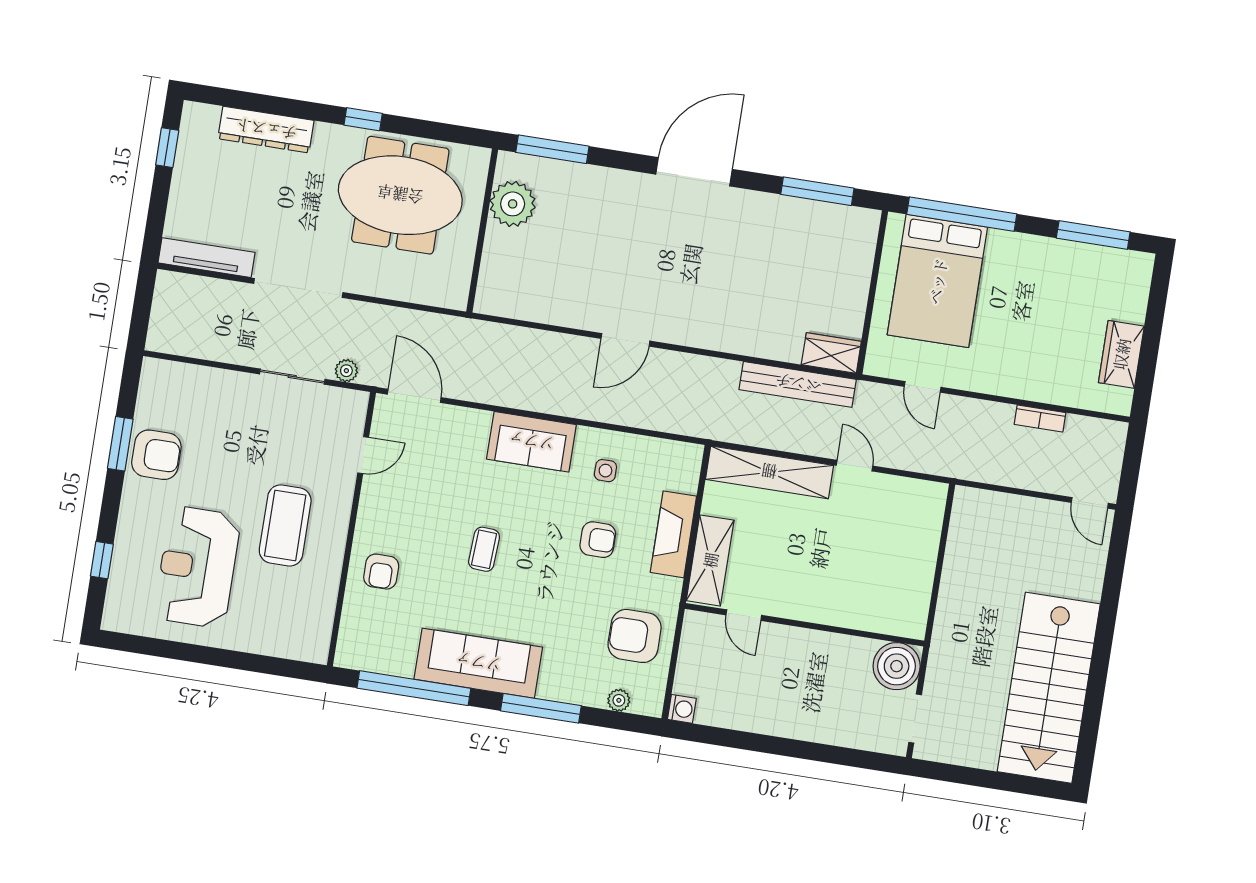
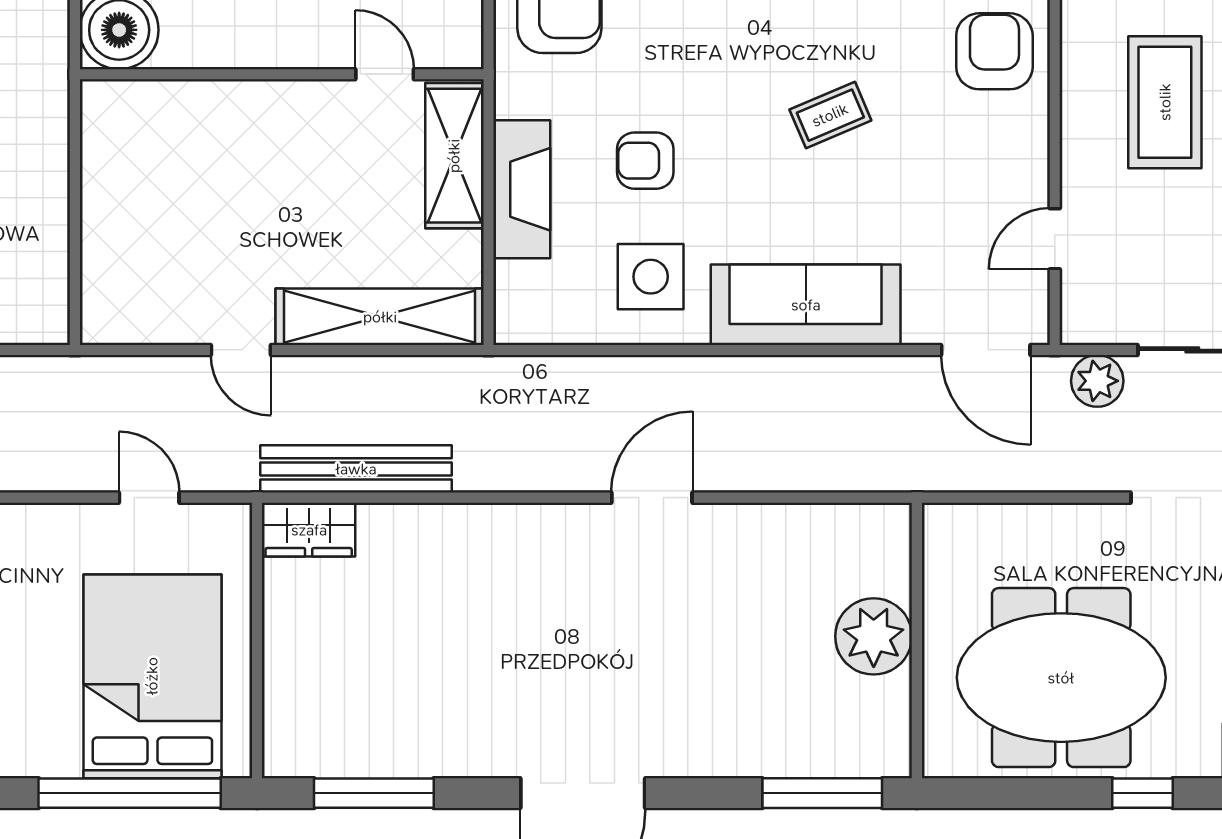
plant: (513, 204) -> (874, 636), moved
plant: (346, 371) -> (1097, 381), width x1.38, depth x1.38
sofa: (531, 442) -> (806, 305), width x1.36
side table: (605, 471) -> (651, 277), width x1.87, depth x1.87
coffee table: (484, 549) -> (830, 115), turned 64
armchair: (381, 572) -> (994, 51), width x1.38, depth x1.38

